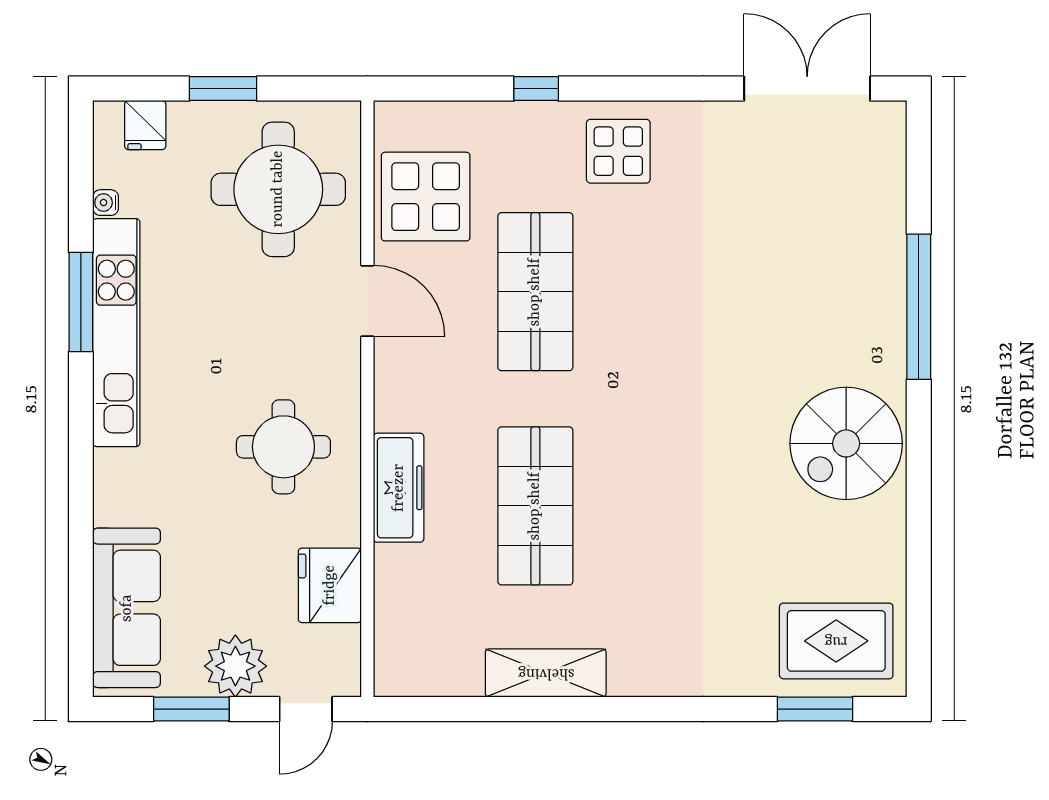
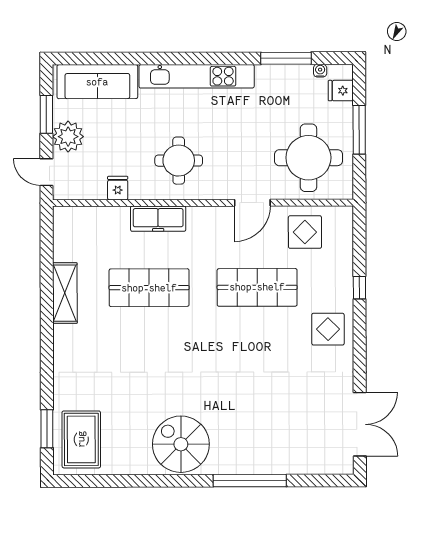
window: (223, 89) -> (359, 130), width x1.44
display table: (426, 197) -> (305, 232), width x0.73, depth x0.73
water cooler: (106, 203) -> (320, 71), moved
window: (81, 302) -> (286, 58), moved
kitchen unit: (116, 333) -> (197, 76), moved
fridge: (330, 585) -> (118, 188), width x0.53, depth x0.75

